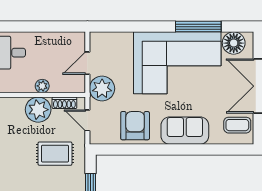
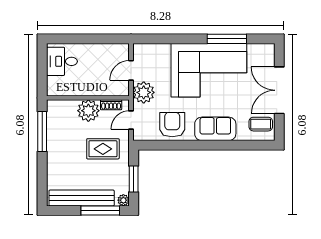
floor lamp: (234, 43) -> (258, 53), removed
plant: (42, 86) -> (92, 90), removed
door: (87, 120) -> (131, 120), hinge flipped

